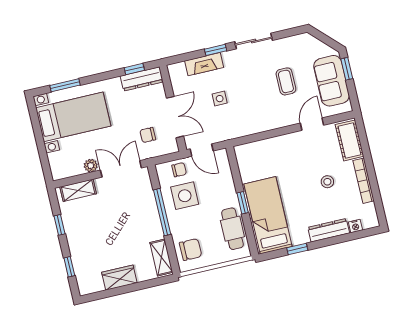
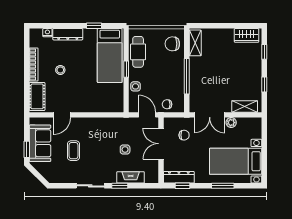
window: (65, 85) -> (223, 186), moved
side table: (185, 196) -> (135, 86), moved, width x0.54, depth x0.54
wardrobe: (119, 278) -> (247, 35), moved

